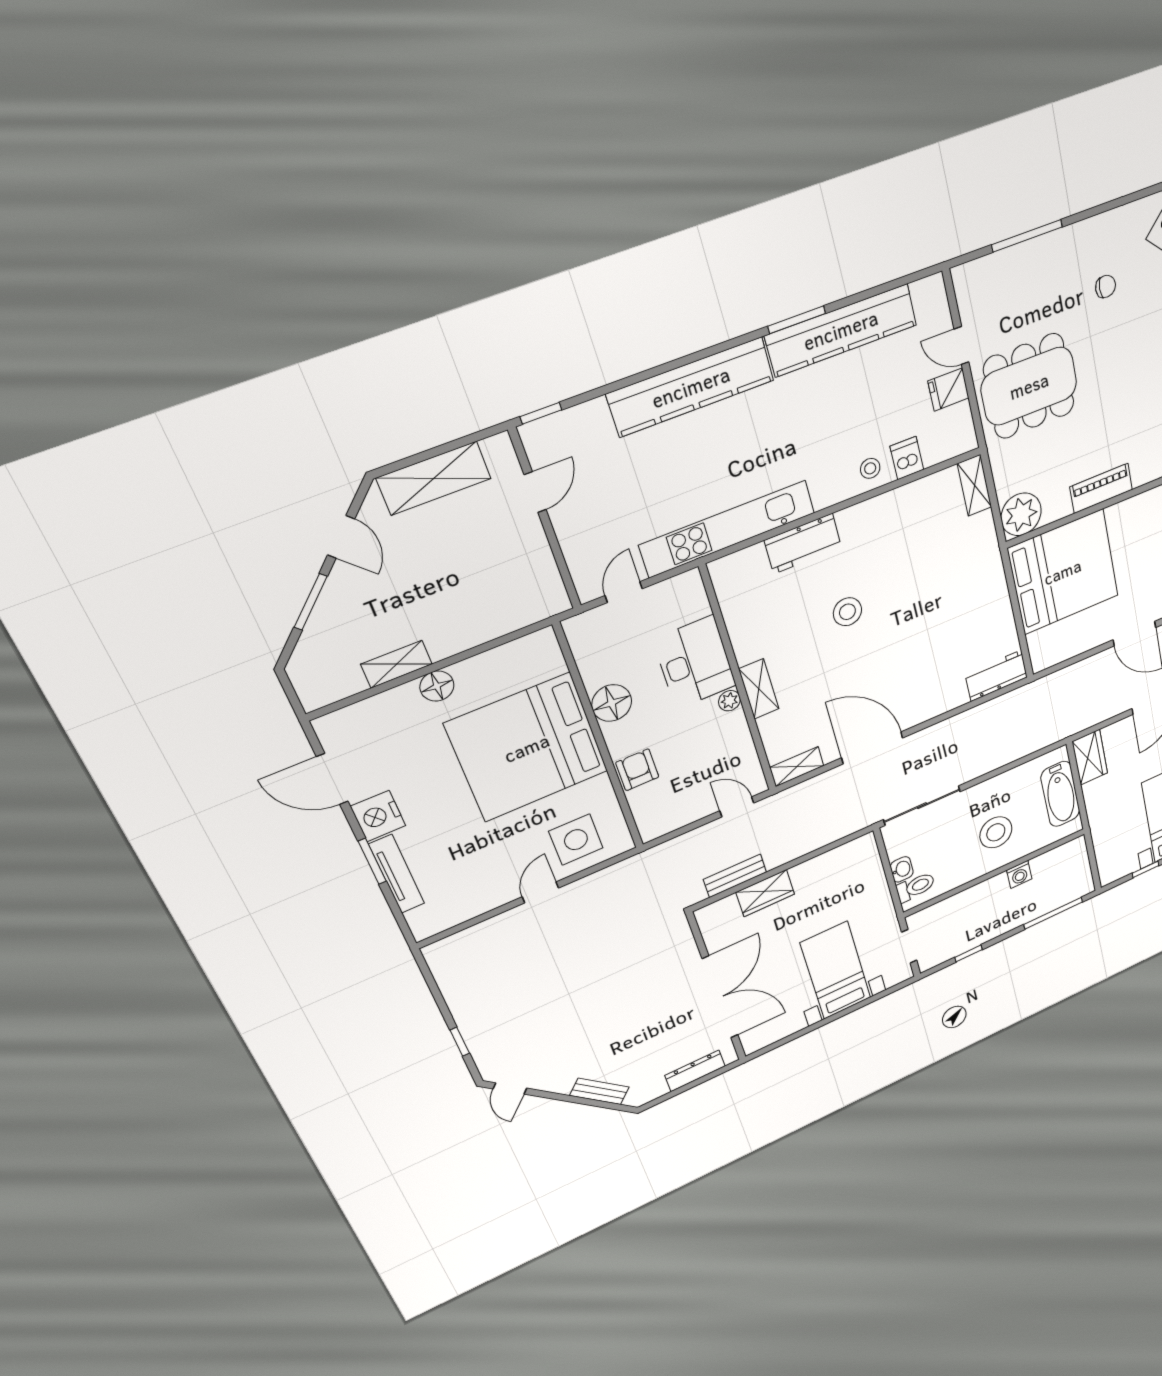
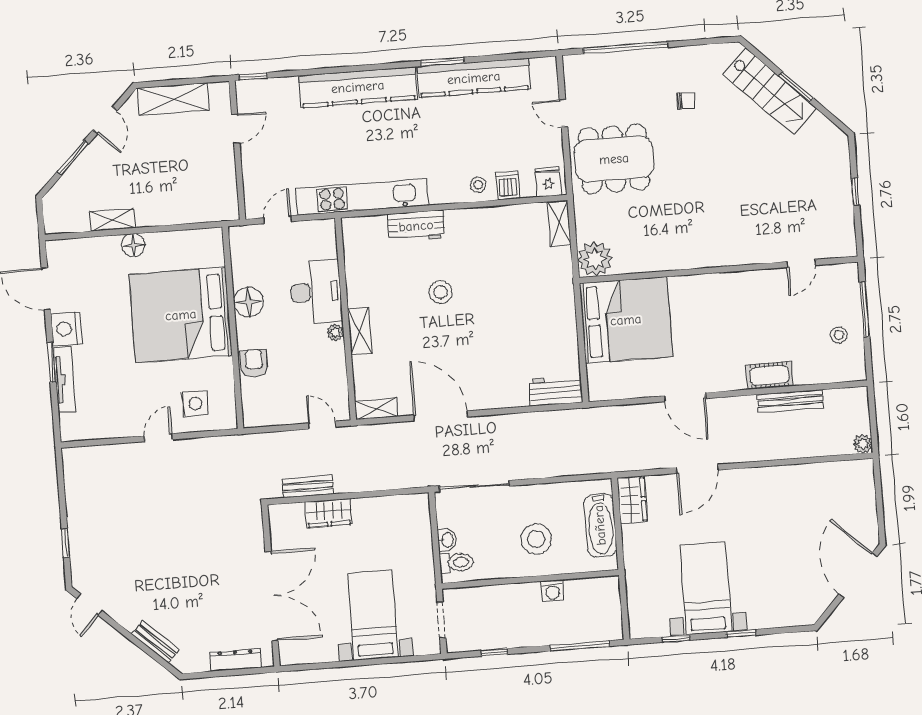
window: (1027, 236) -> (626, 48), width x1.46
fridge: (948, 389) -> (548, 182), moved, turned 90
piano: (1101, 488) -> (667, 259), removed
side table: (576, 840) -> (195, 404), width x0.73, depth x0.73

